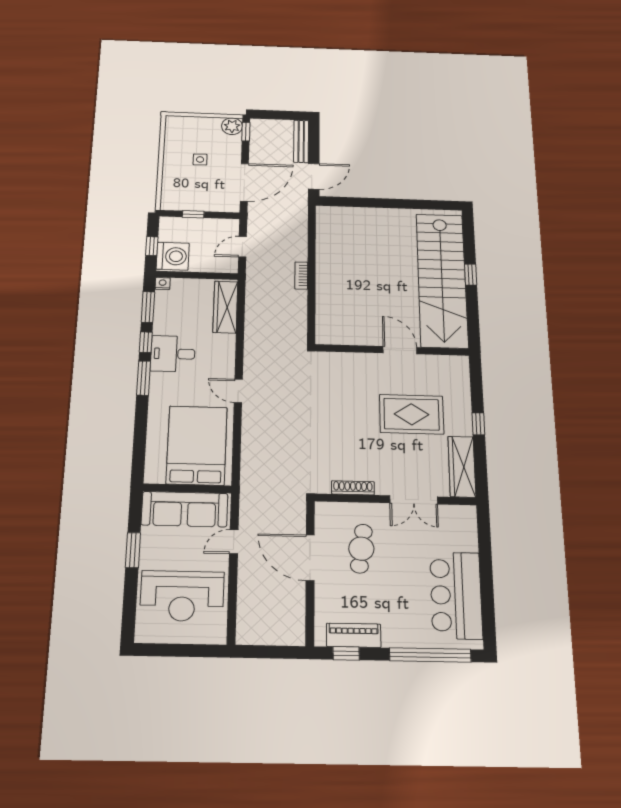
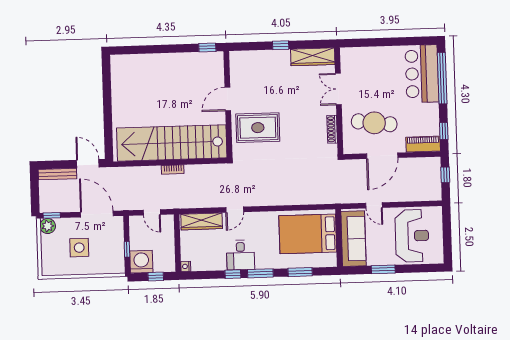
side table: (200, 159) -> (79, 248), width x1.87, depth x1.87
washing machine: (173, 256) -> (141, 262), moved
window: (471, 275) -> (207, 48), moved
stairs: (442, 280) -> (172, 143), moved, turned 180
window: (148, 307) -> (300, 272), moved
door: (238, 391) -> (235, 210), moved
rug: (412, 414) -> (258, 128), moved, turned 90
double door: (414, 500) -> (338, 89), swing flipped
cafe table: (361, 549) -> (374, 123), width x1.37, depth x1.35
bar counter: (456, 595) -> (422, 74), moved, turned 90
piano: (354, 635) -> (423, 144), moved, turned 90
window: (276, 652) -> (445, 175), added

